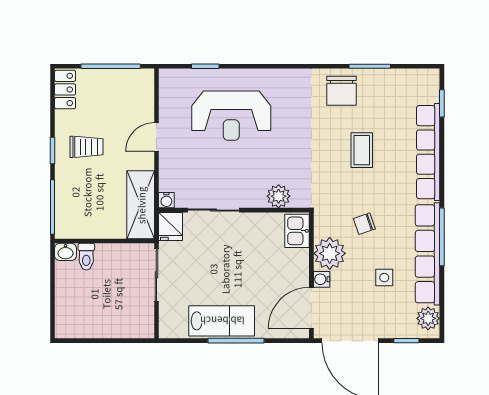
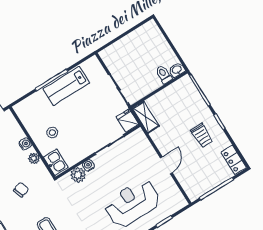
trolley: (87, 147) -> (202, 136), turned -90
water cooler: (166, 200) -> (88, 165), moved
shelving: (141, 205) -> (146, 117), width x0.67, depth x0.75
plant: (330, 253) -> (34, 158), width x0.53, depth x0.53
stool: (277, 272) -> (52, 133), added
door: (311, 308) -> (21, 124), removed

